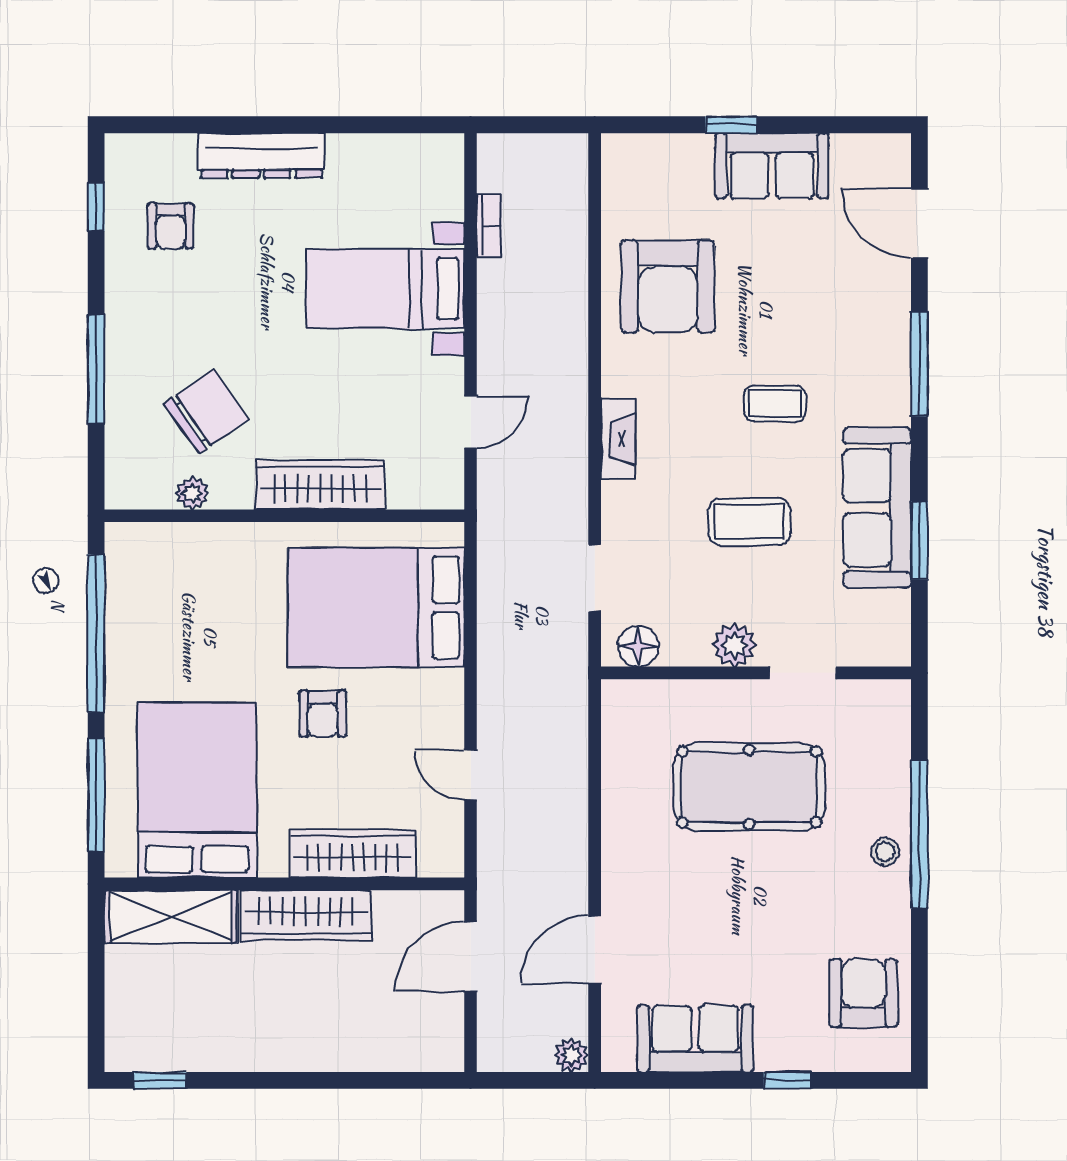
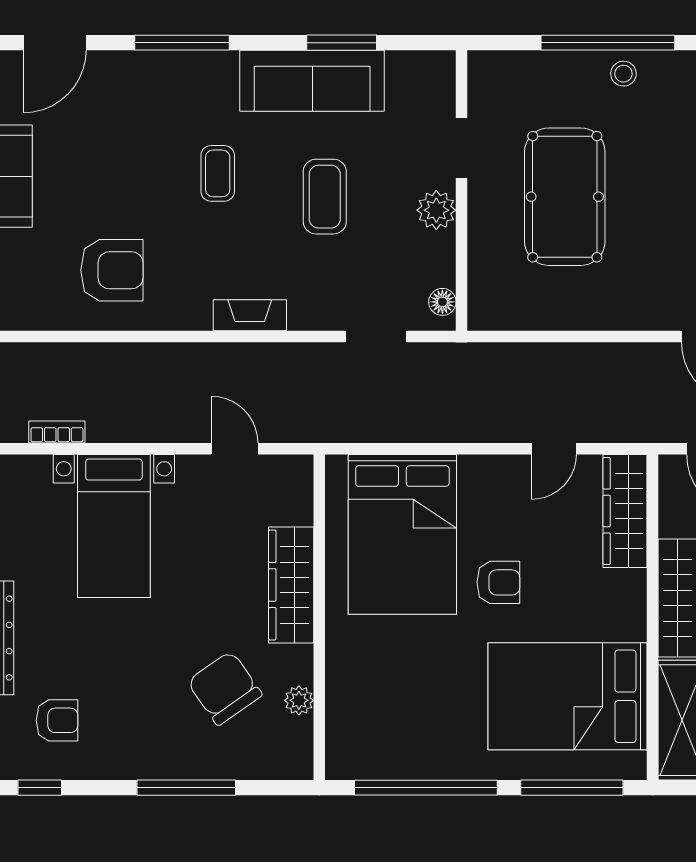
armchair: (668, 287) -> (112, 270), width x0.73, depth x0.73
floor lamp: (638, 646) -> (442, 302), width x0.73, depth x0.73
wardrobe: (353, 854) -> (625, 511), moved

